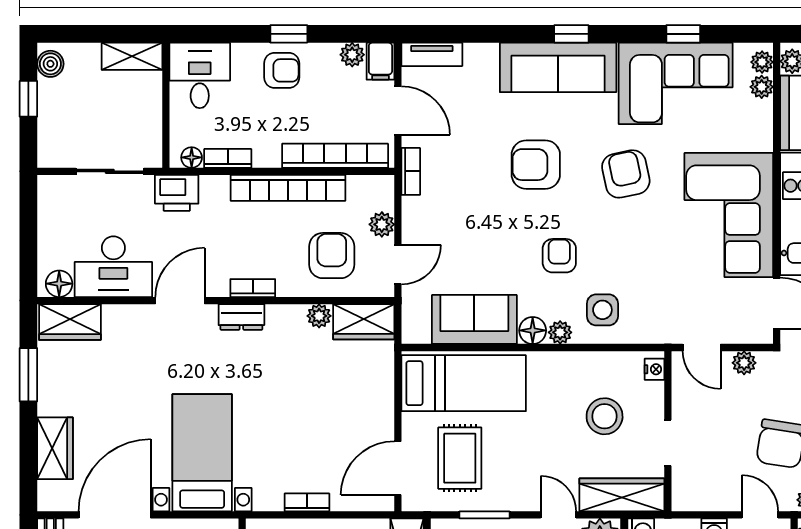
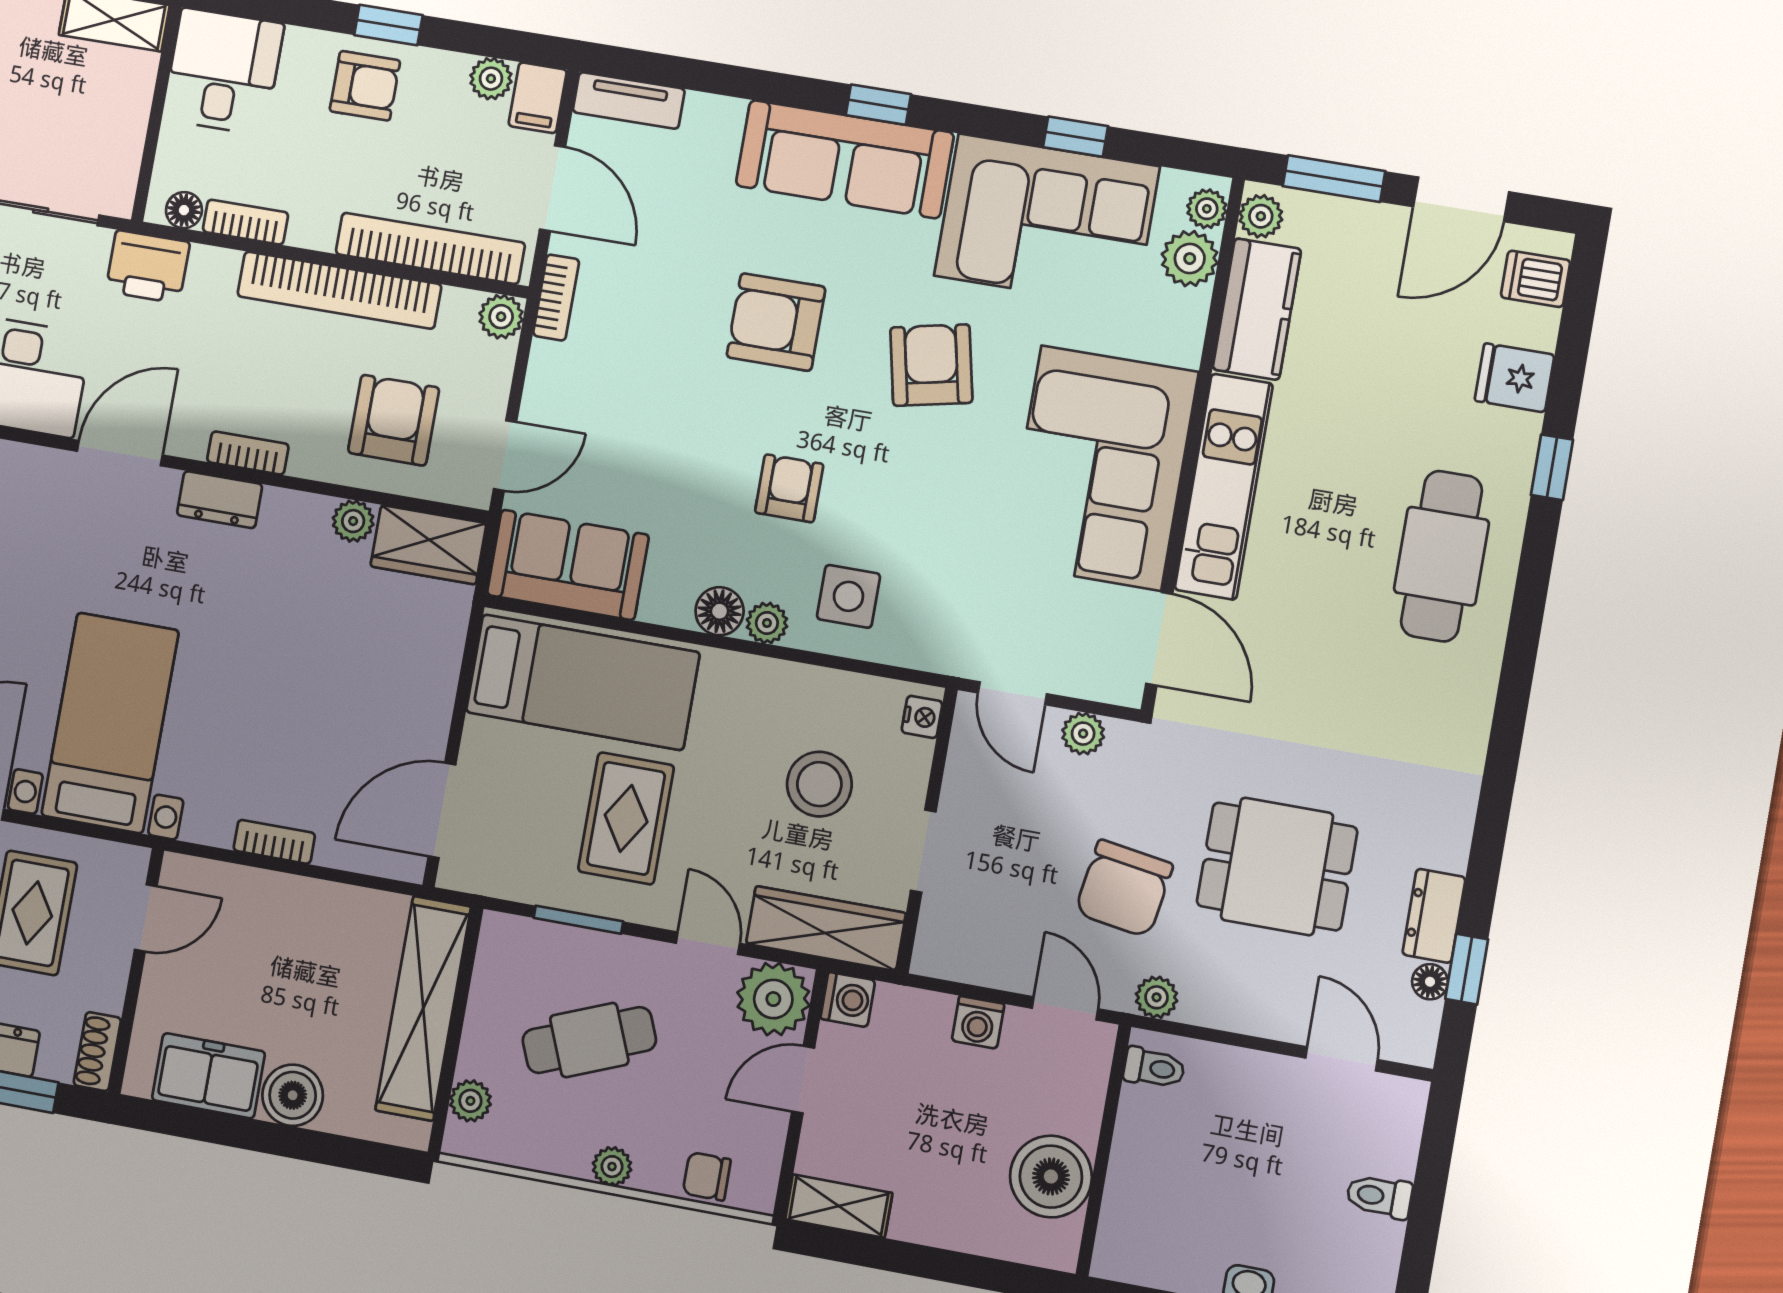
plant: (762, 87) -> (1190, 259), width x1.38, depth x1.38
plant: (382, 224) -> (501, 317), moved
sofa: (474, 319) -> (568, 565), moved
rug: (460, 458) -> (626, 818), moved

